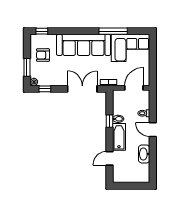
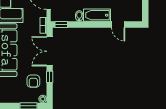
armchair: (43, 55) -> (33, 81), moved
window: (45, 89) -> (50, 77), moved
window: (109, 121) -> (61, 24), moved

